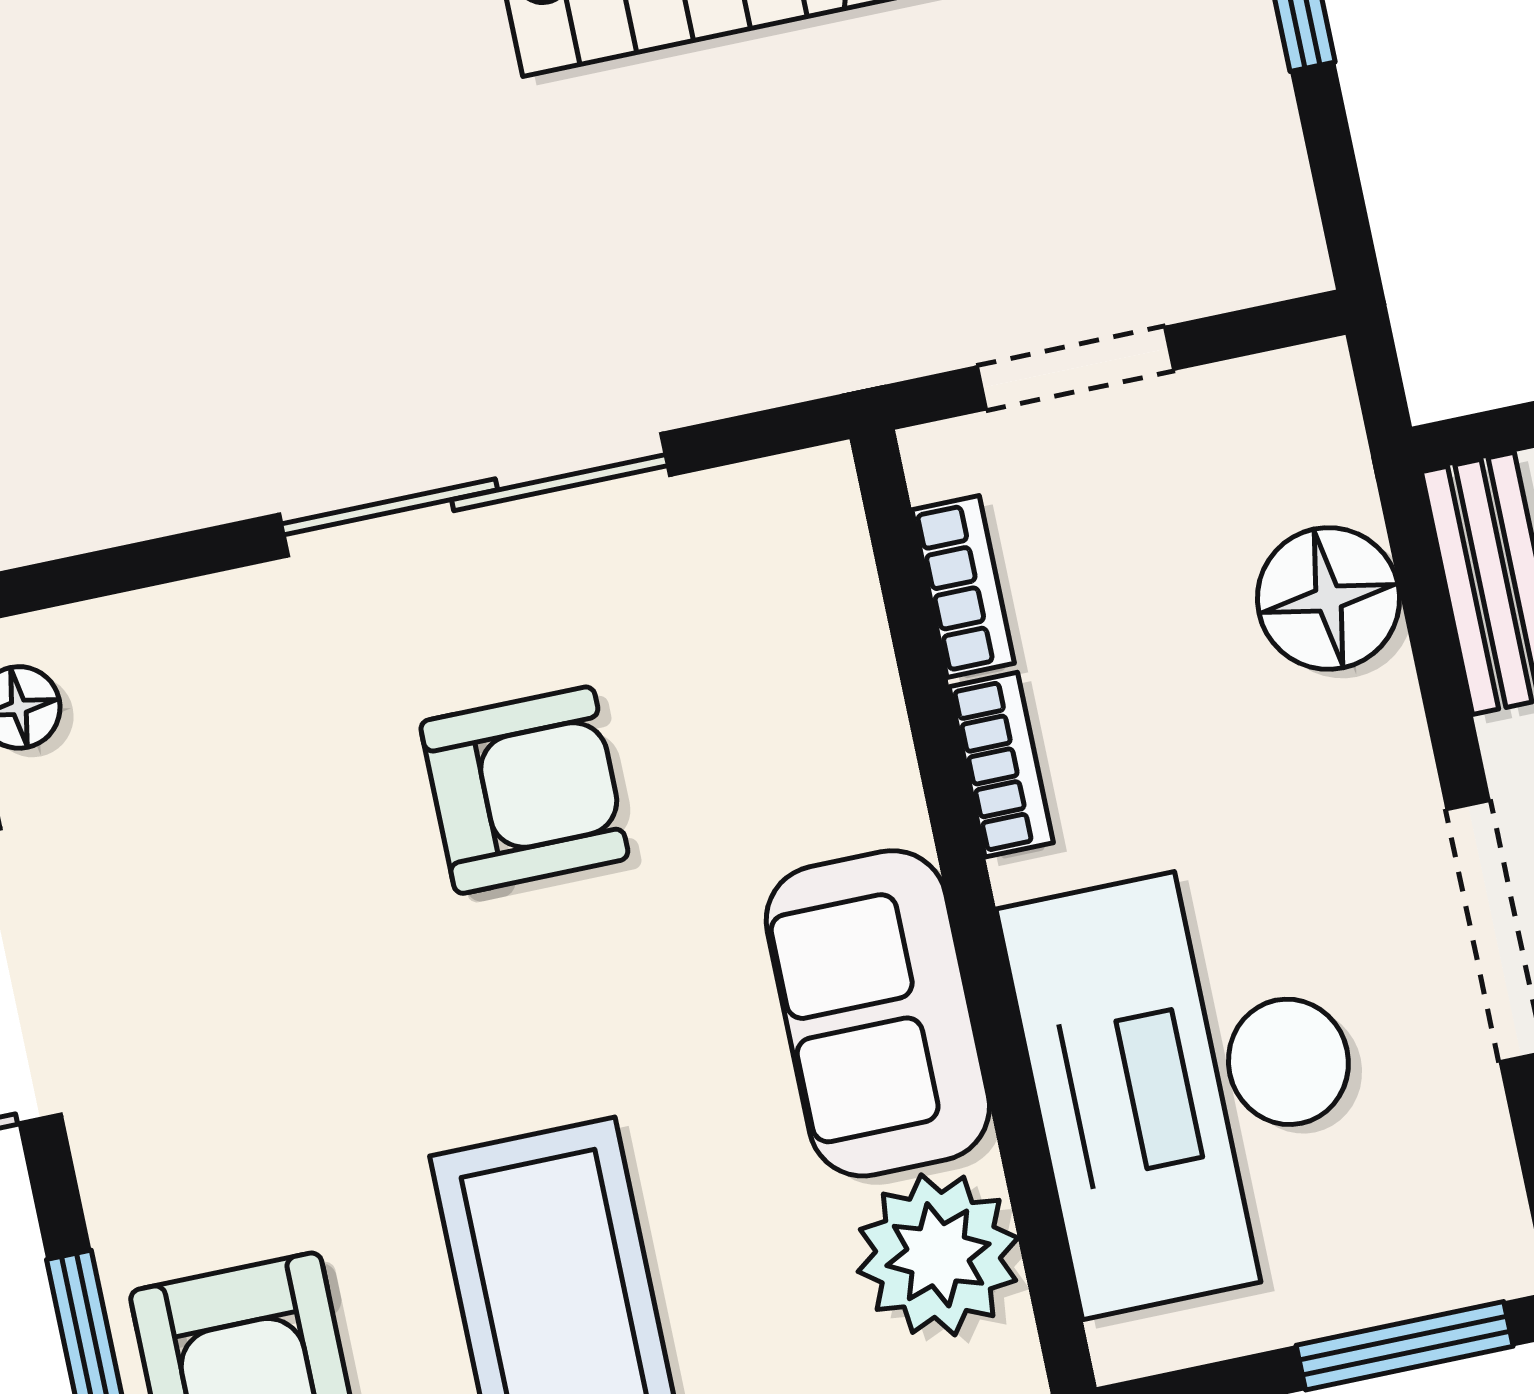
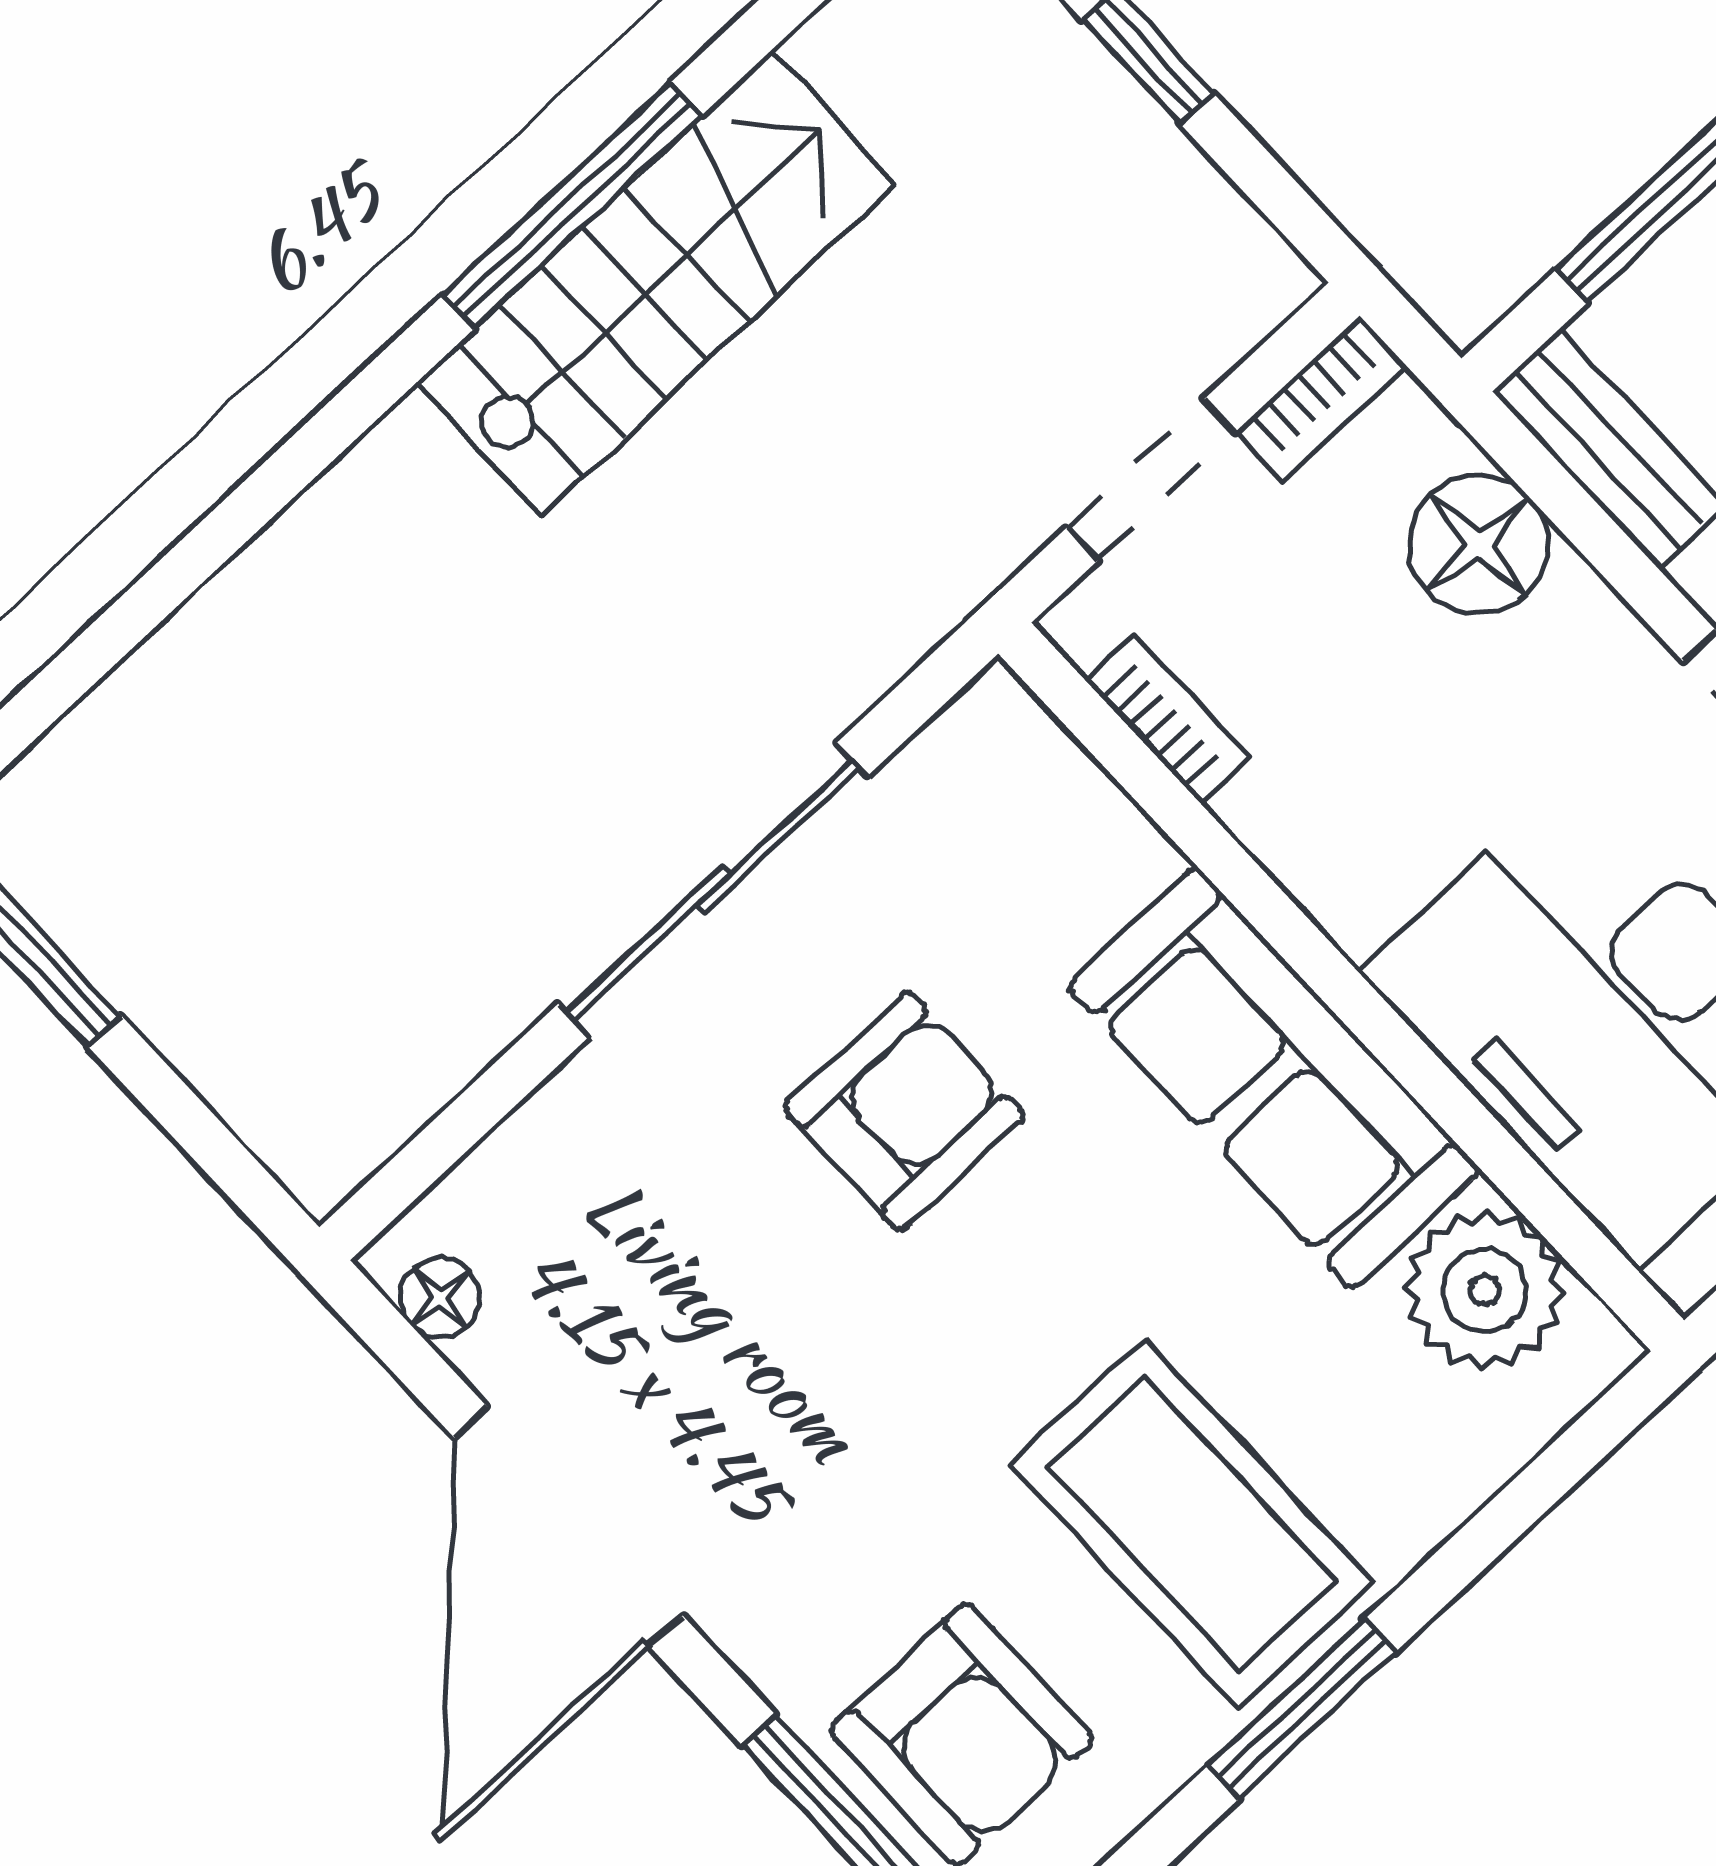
bookcase: (1001, 765) -> (1321, 398), moved, turned 90
sofa: (878, 1013) -> (1274, 1078), width x1.36

